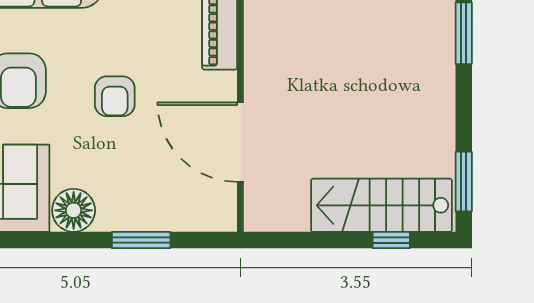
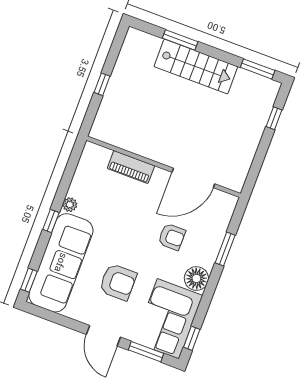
armchair: (115, 96) -> (172, 237), moved
stairs: (381, 205) -> (196, 67), moved, turned -90

